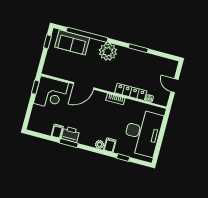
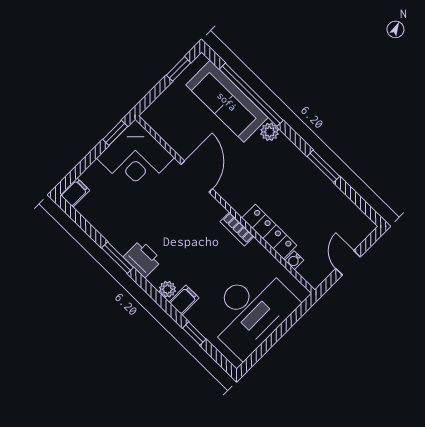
sofa: (72, 42) -> (227, 101), width x1.36
plant: (108, 52) -> (270, 132), width x0.53, depth x0.53
door: (84, 86) -> (197, 177), swing flipped
filing cabinet: (57, 131) -> (75, 193), moved
printer: (70, 134) -> (143, 259), moved

